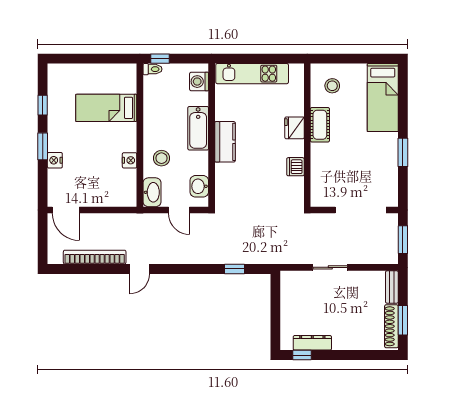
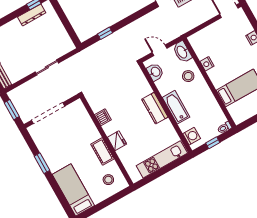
window: (160, 59) -> (213, 143), moved

